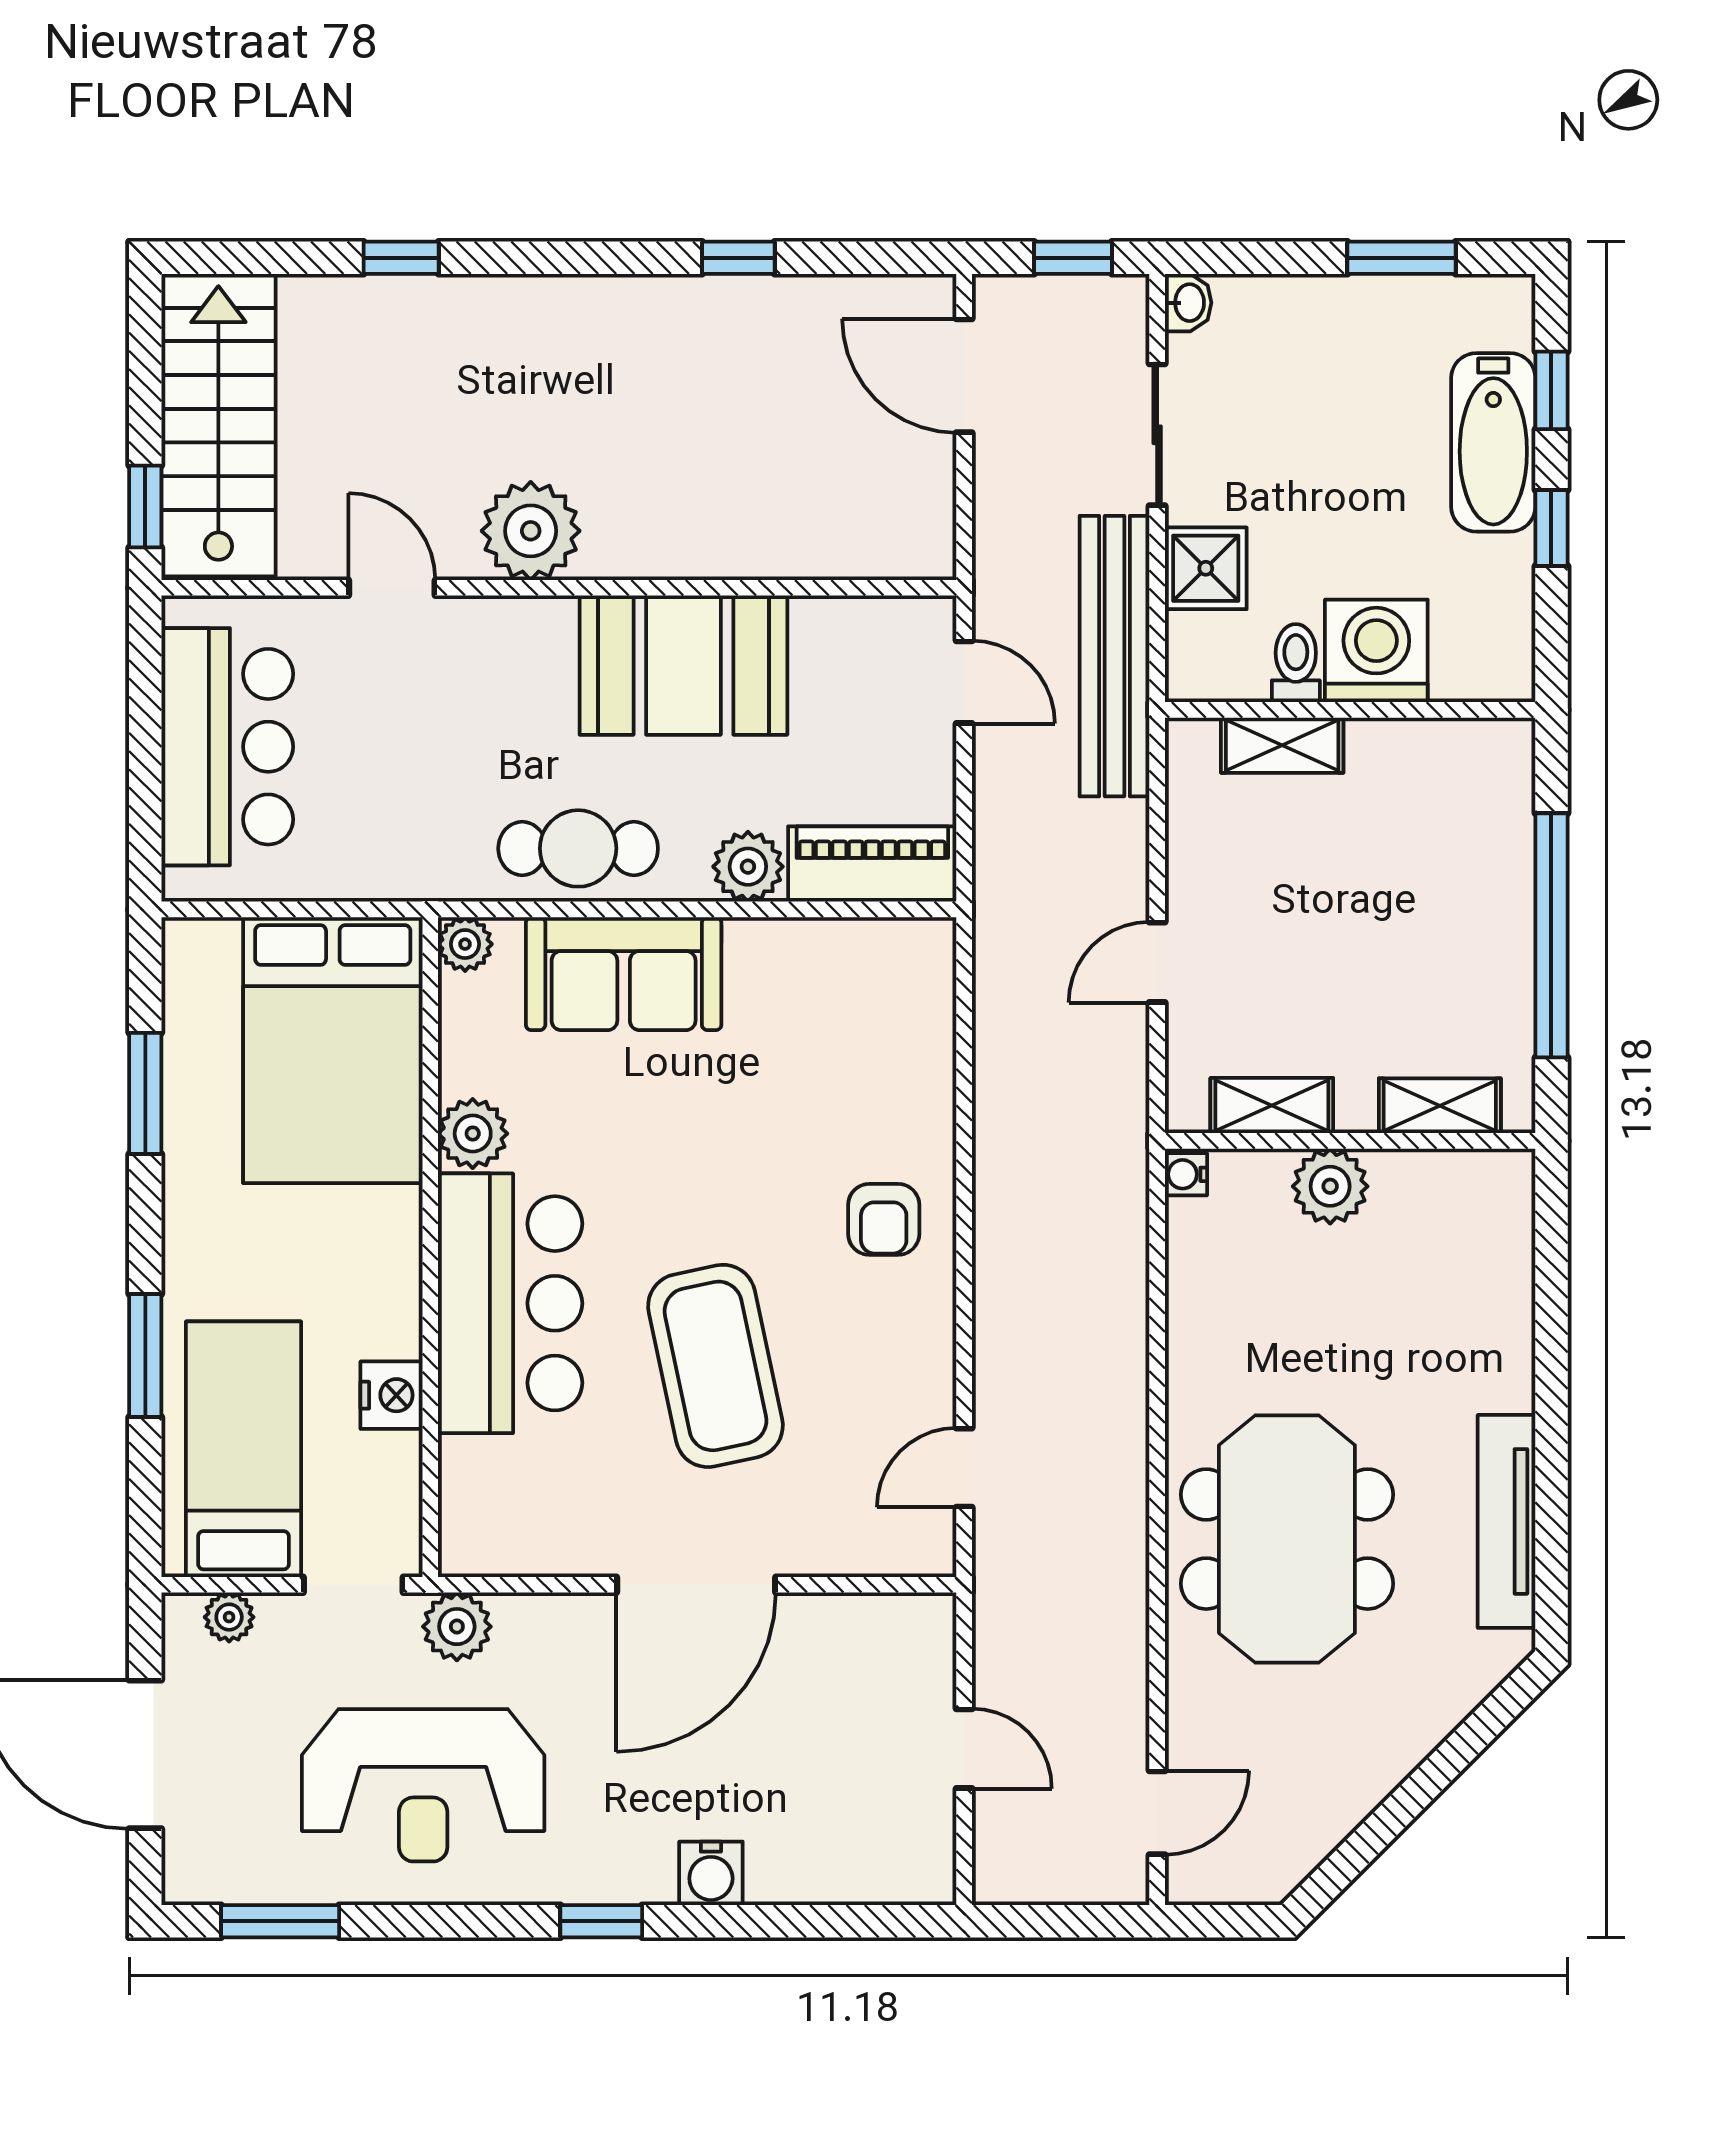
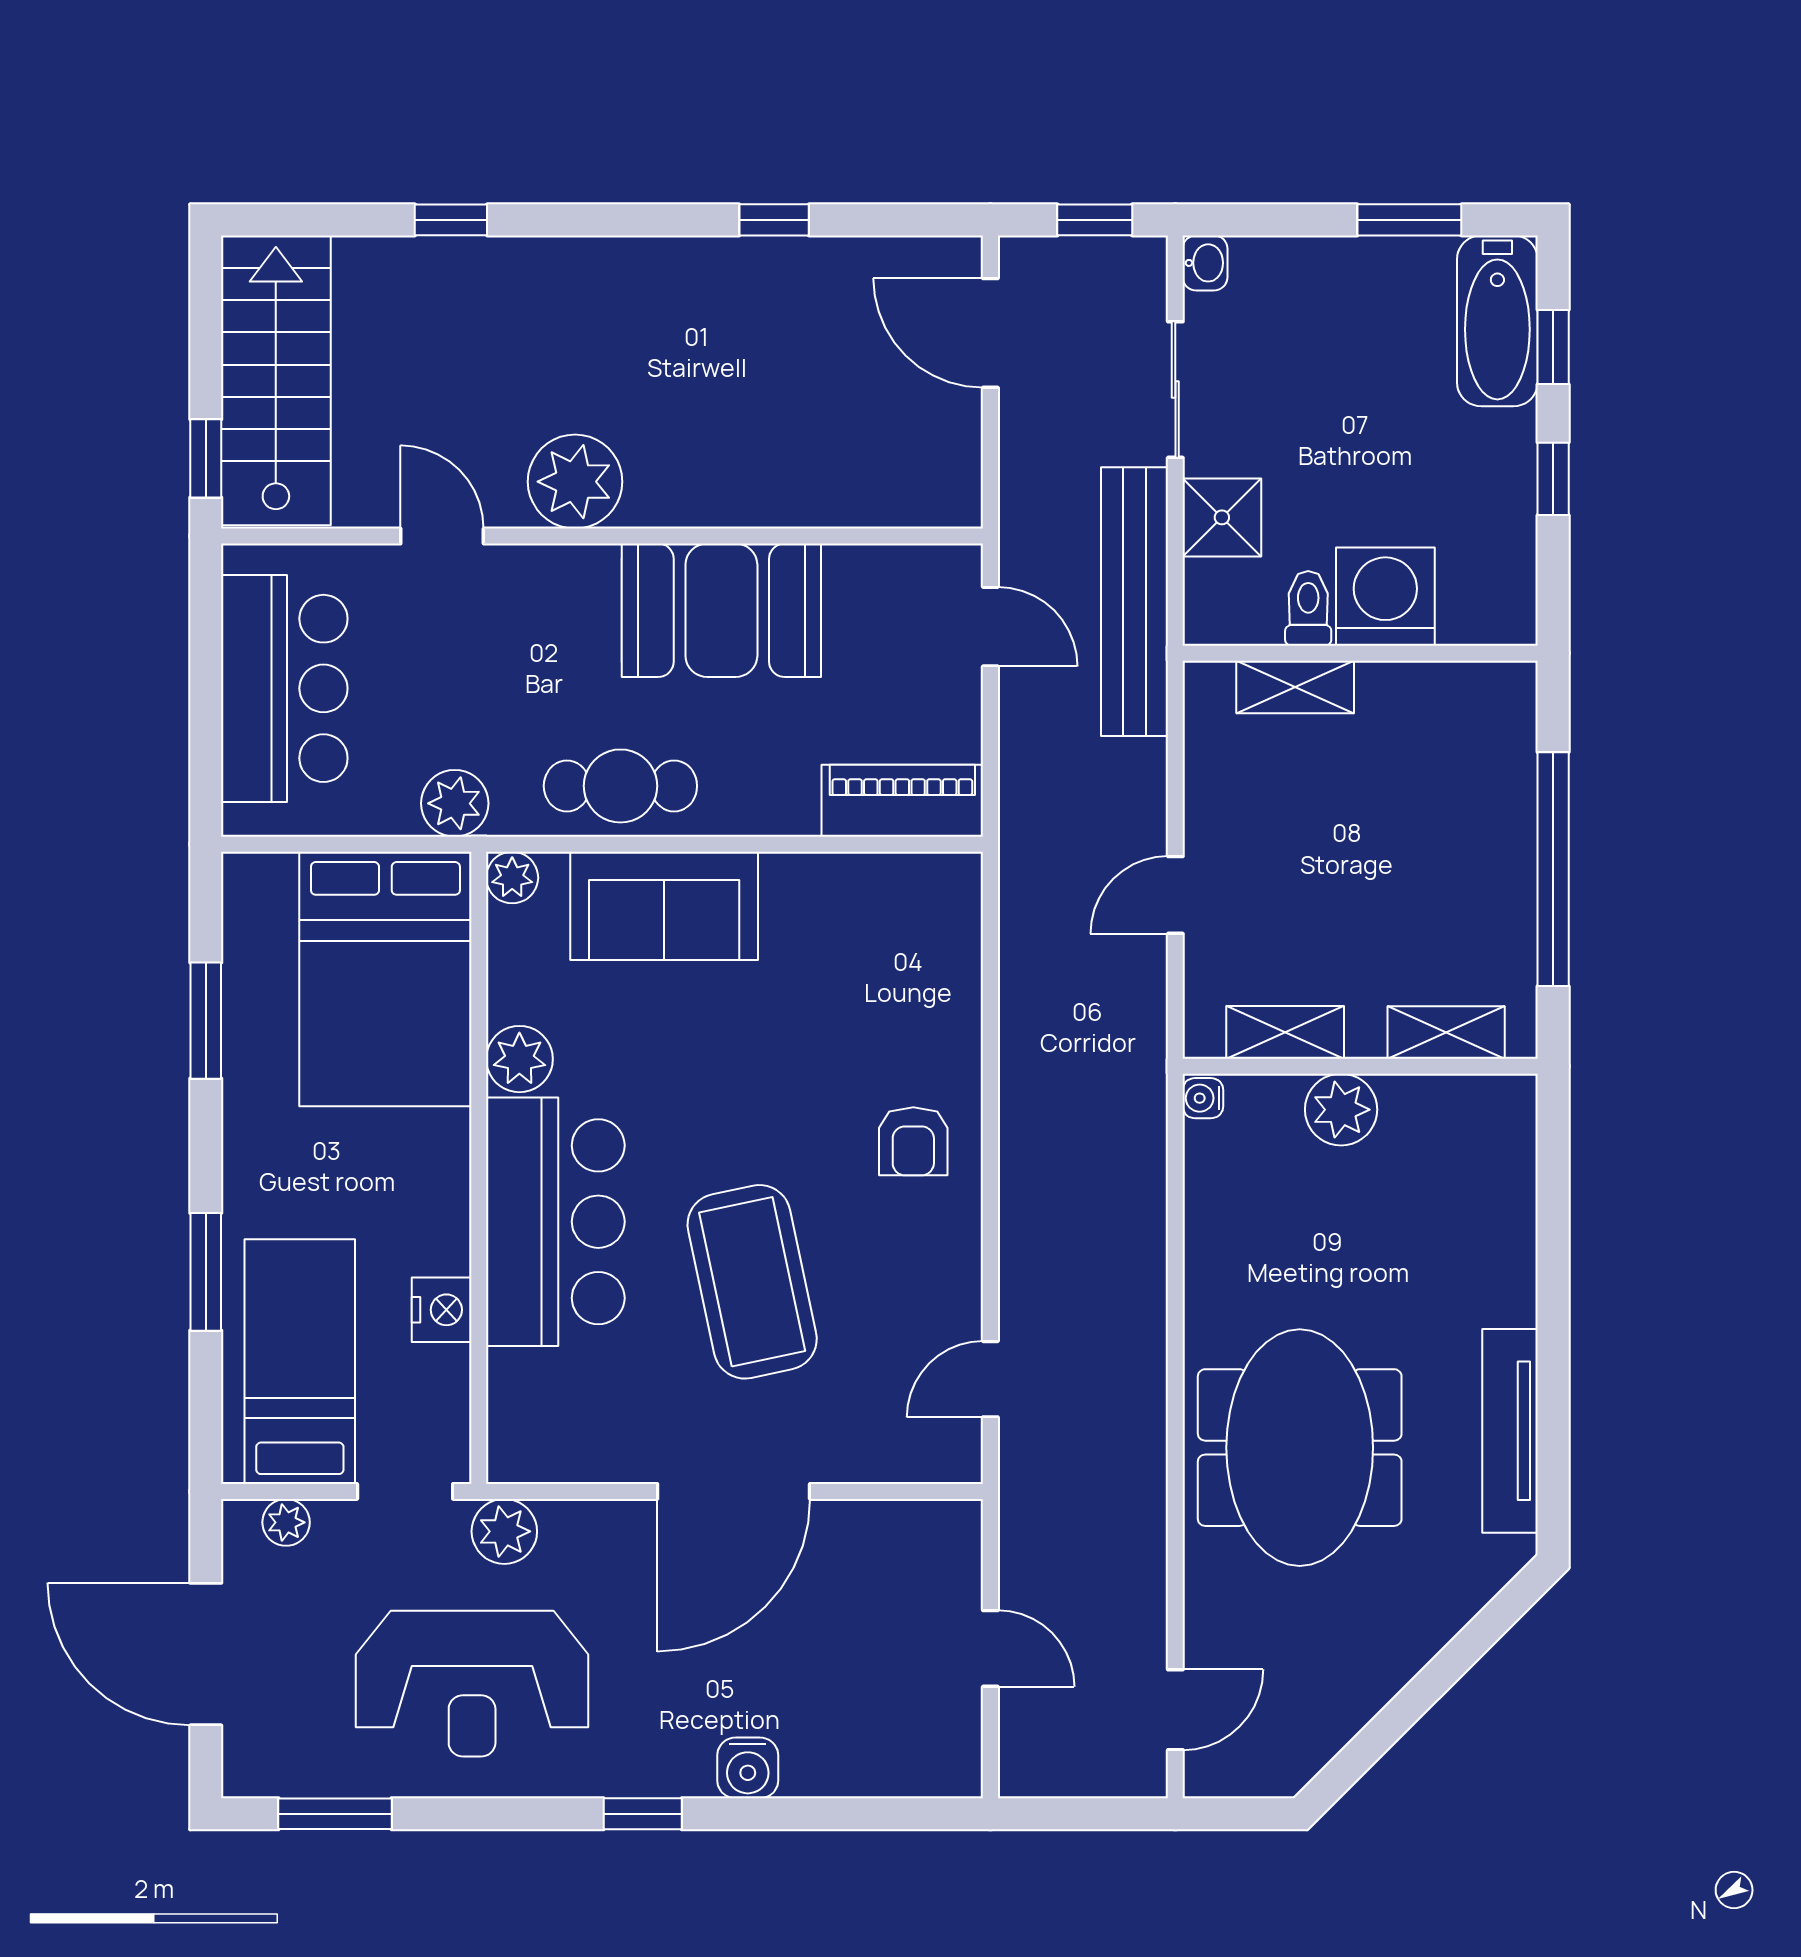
bathtub: (1493, 442) -> (1497, 321), moved
plant: (748, 867) -> (455, 803), moved

